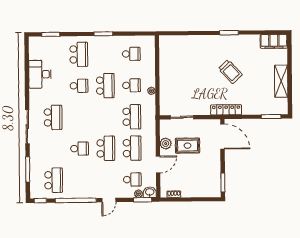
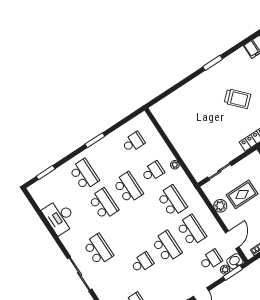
school desk: (79, 86) -> (104, 204), width x1.85
door: (158, 165) -> (232, 240), moved

